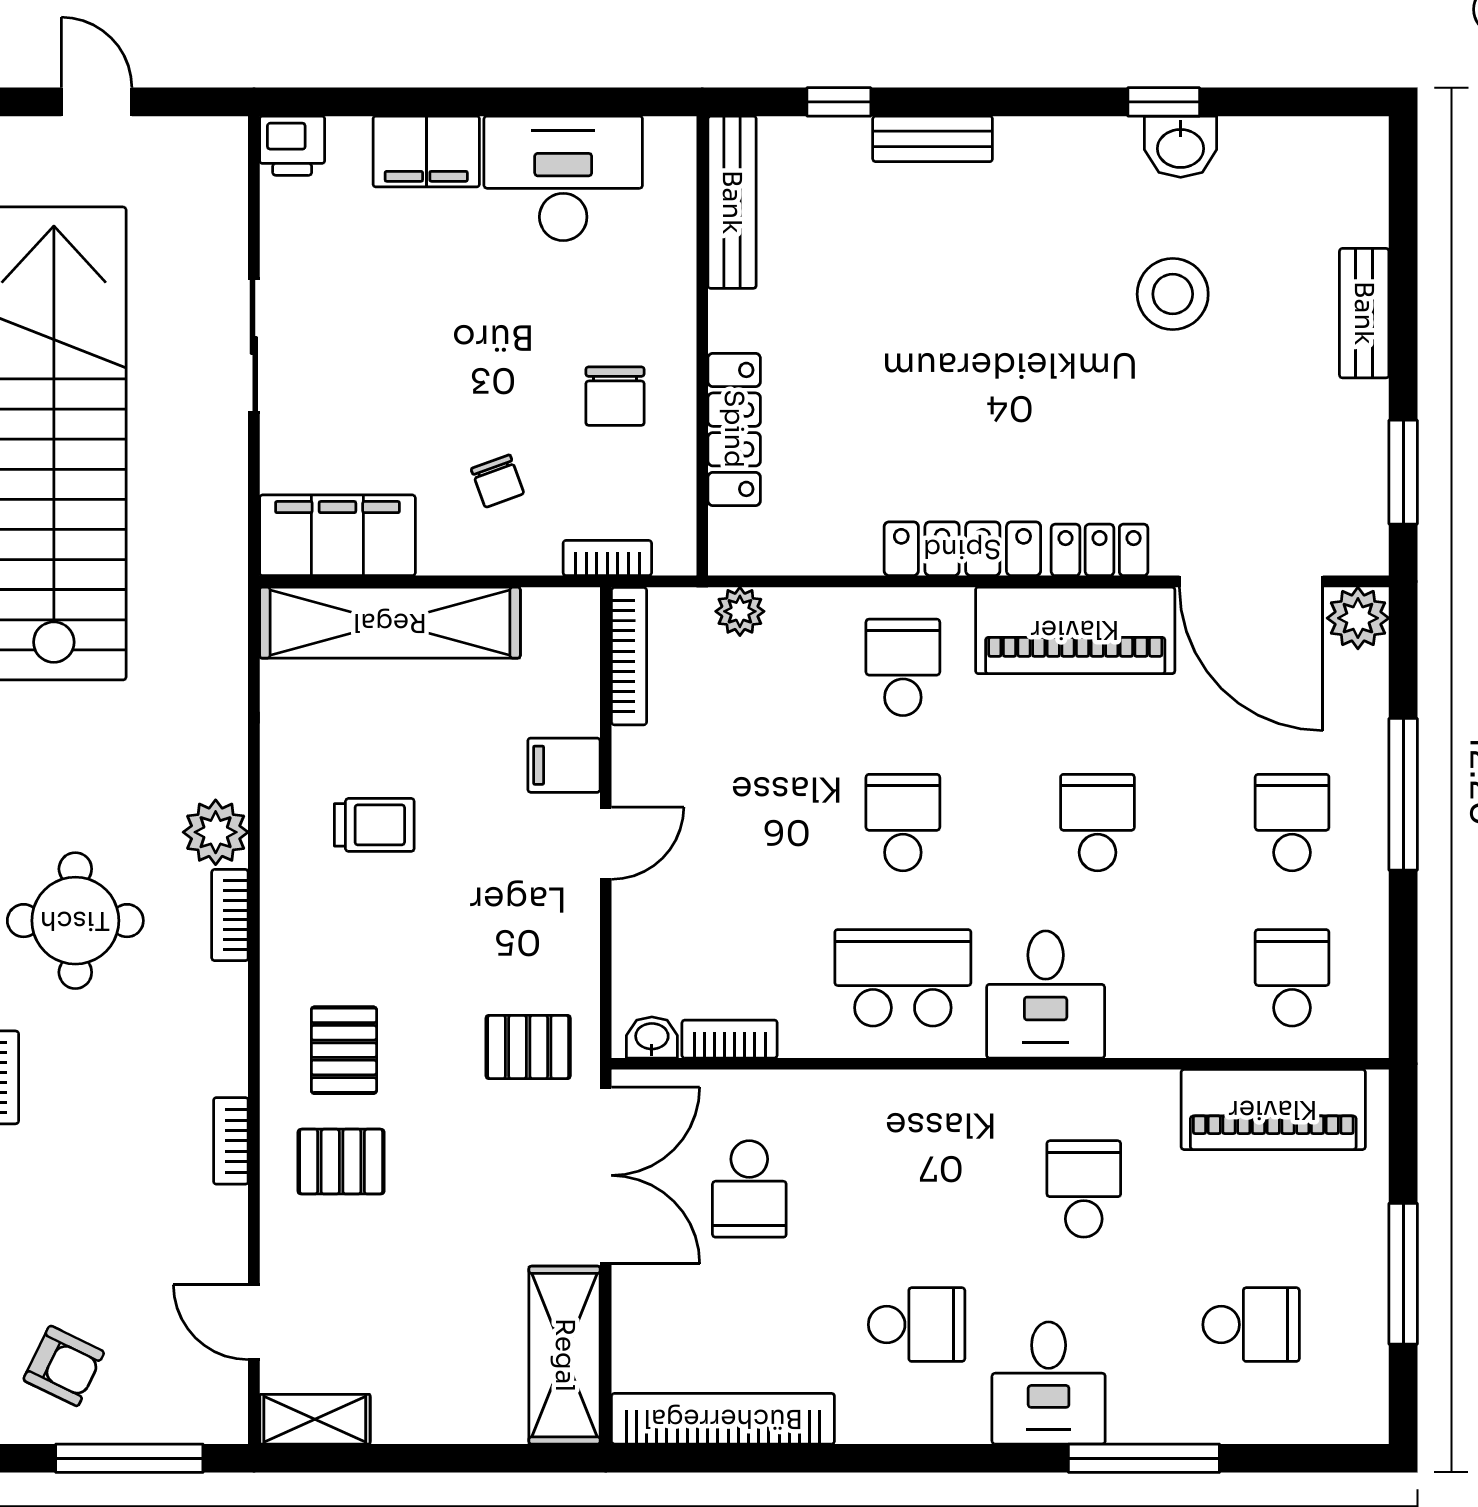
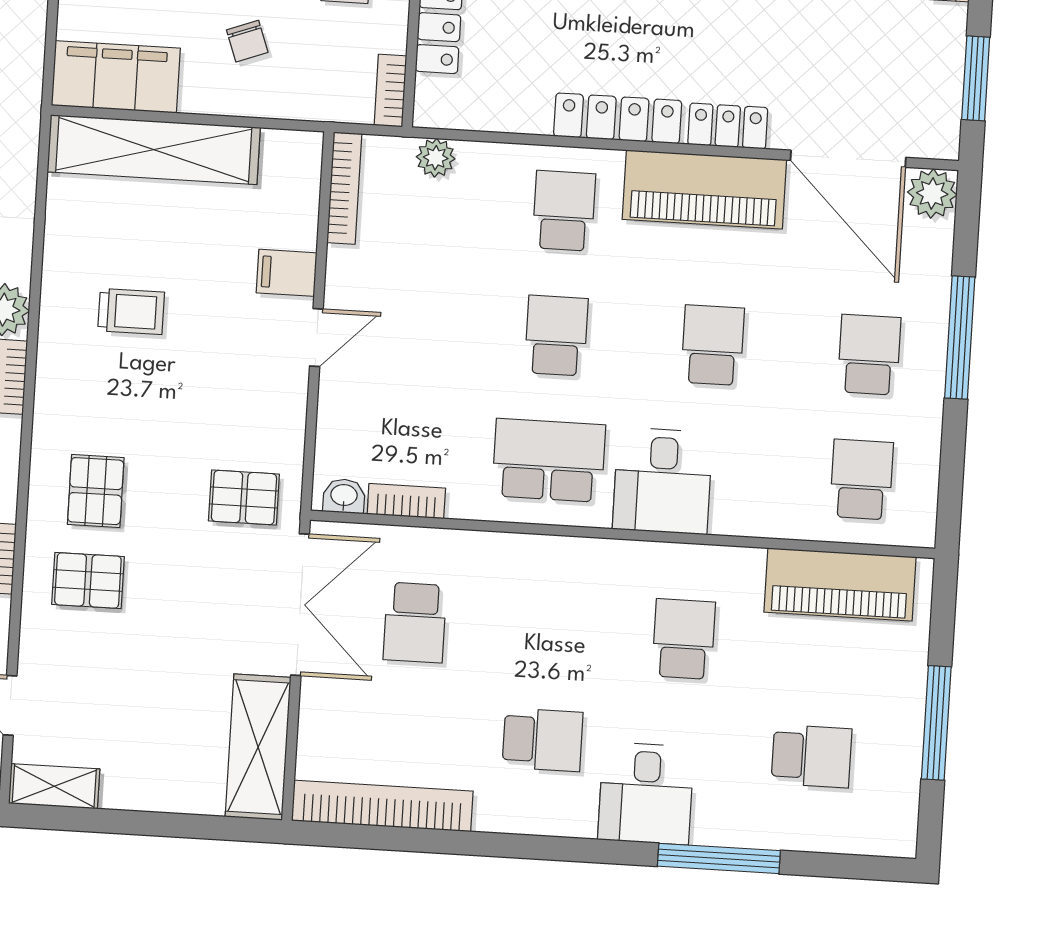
bookcase: (607, 558) -> (391, 91), moved, turned -90

